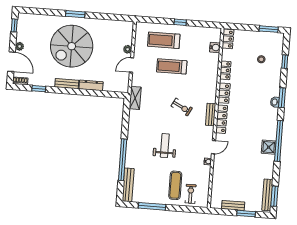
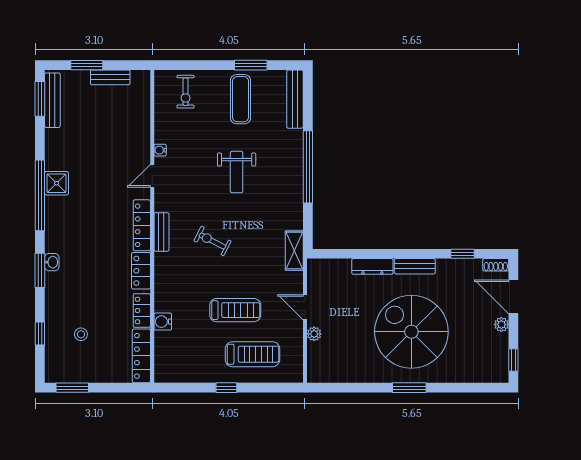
locker: (228, 39) -> (141, 356), width x1.53
spiral stairs: (72, 46) -> (411, 332), turned -90
water cooler: (215, 48) -> (163, 322), moved
door: (132, 65) -> (305, 307), swing flipped
window: (123, 160) -> (308, 167), moved
exercise mat: (175, 185) -> (240, 99), moved
window: (152, 206) -> (251, 65), width x0.69

